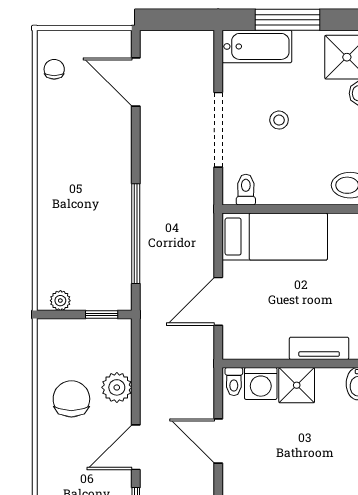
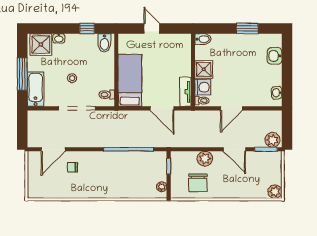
chair: (54, 69) -> (72, 167), moved
tv unit: (319, 348) -> (185, 92), moved
chair: (71, 399) -> (198, 183), moved, turned -90

